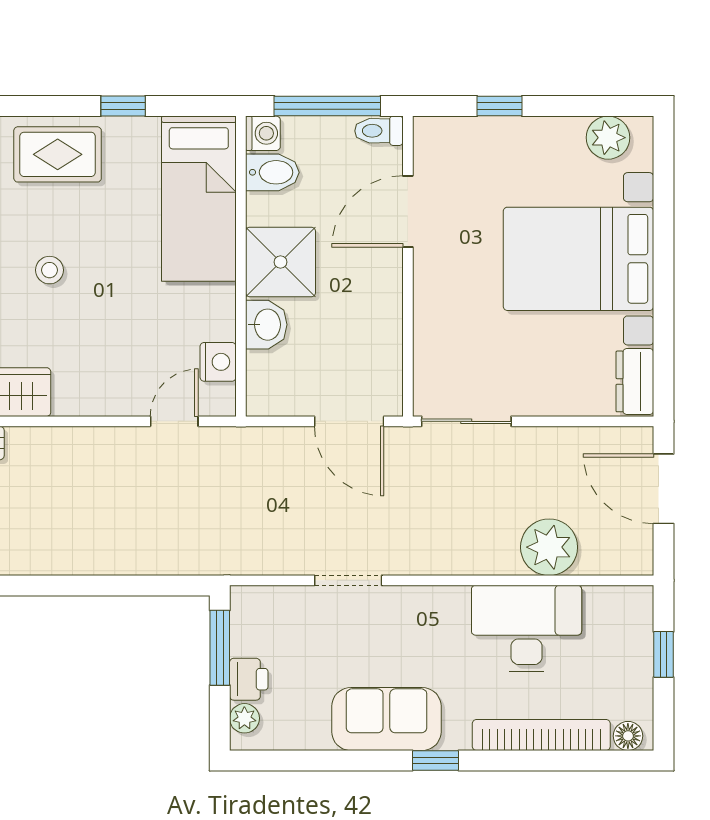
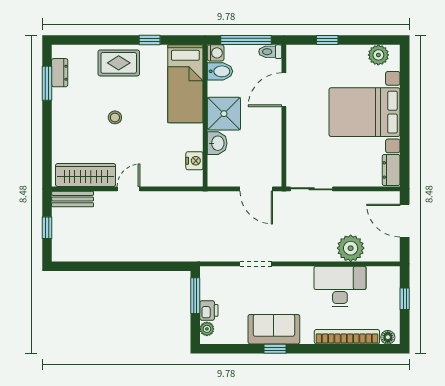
door: (174, 421) -> (129, 189), moved
window: (436, 761) -> (275, 349), moved

